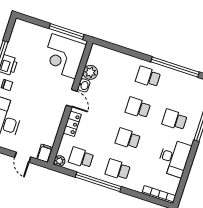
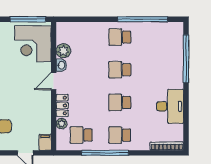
door: (72, 98) -> (54, 81), swing flipped
school desk: (174, 120) -> (158, 70), removed
plant: (59, 161) -> (62, 124), moved

